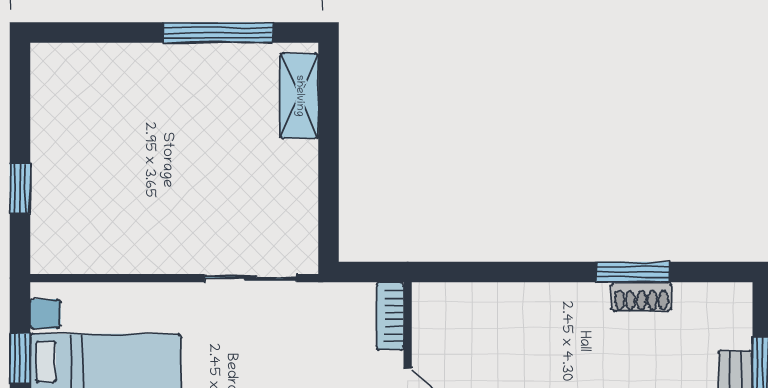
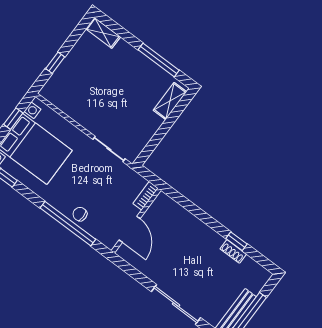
shelving: (70, 61) -> (103, 33), added
window: (633, 272) -> (236, 241), width x0.67

